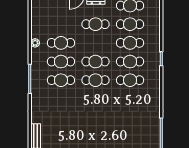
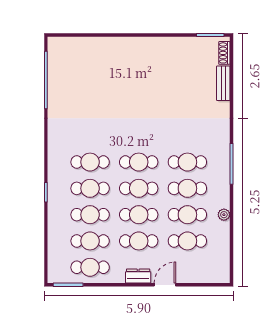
cafe table: (61, 24) -> (187, 241), added
cafe table: (96, 43) -> (139, 215), added

